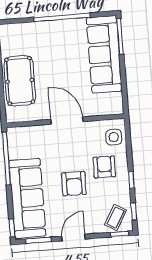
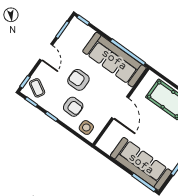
door: (67, 121) -> (120, 108), hinge flipped
sofa: (27, 198) -> (114, 60), moved

